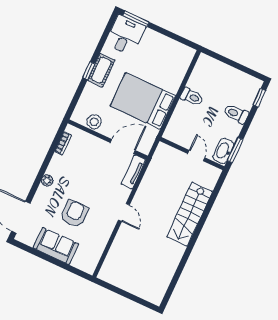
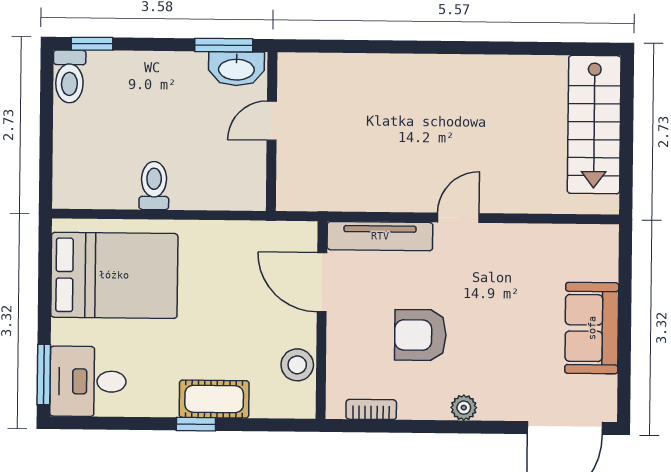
cot: (101, 70) -> (214, 399), moved
bed: (143, 101) -> (114, 275), moved, turned -90
toilet: (236, 114) -> (69, 76), moved
tv unit: (134, 172) -> (380, 236), width x1.41
armchair: (74, 214) -> (420, 335), moved
stairs: (190, 214) -> (594, 125), moved, turned 90

